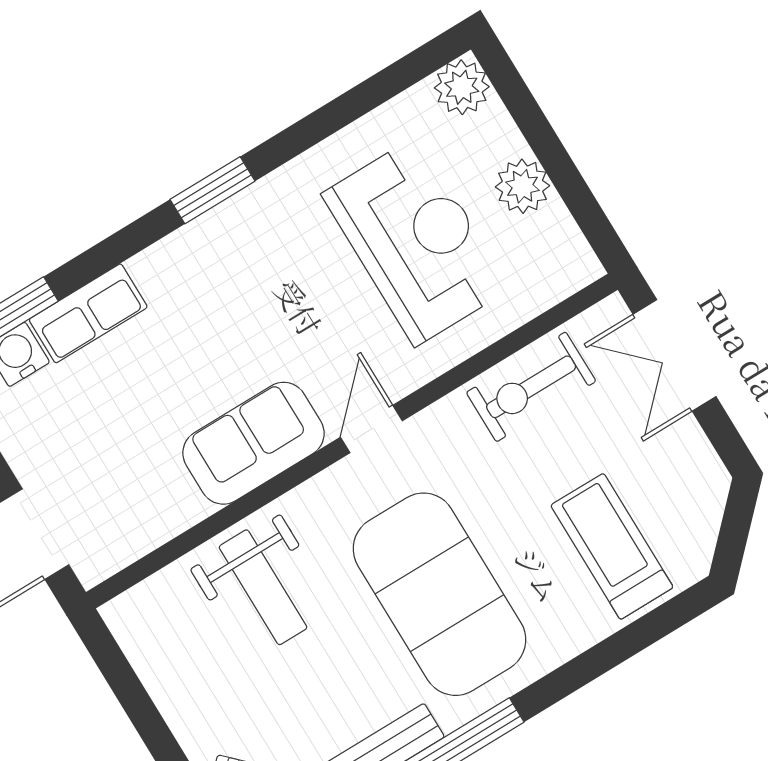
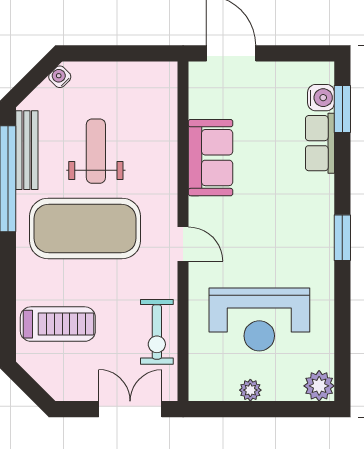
plant: (523, 186) -> (250, 390), width x0.73, depth x0.73
exercise bike: (531, 387) -> (157, 332), turned 180
sofa: (253, 443) -> (210, 158), moved
weight bench: (263, 587) -> (96, 151), moved, turned 90

